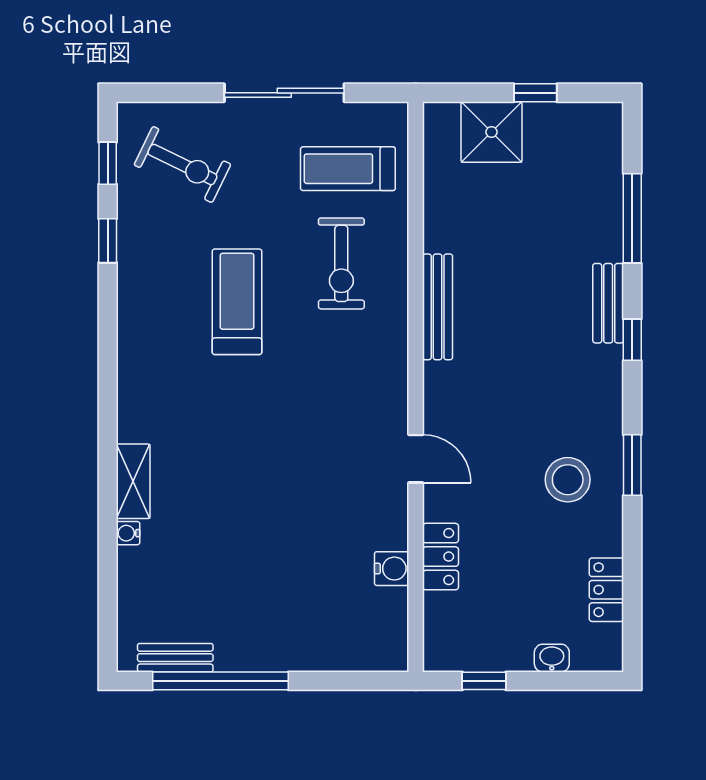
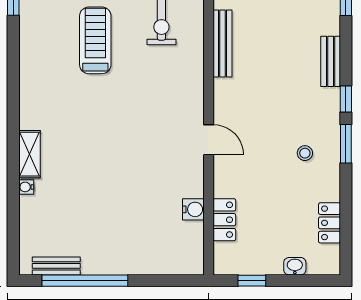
bench: (608, 303) -> (331, 61), moved
window: (632, 340) -> (346, 99), moved
stool: (568, 480) -> (305, 153), width x0.53, depth x0.53
locker: (441, 557) -> (224, 220), moved

